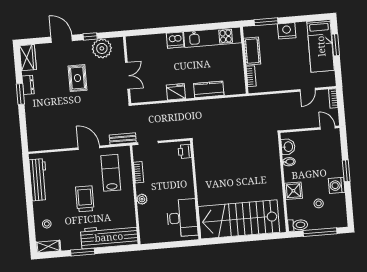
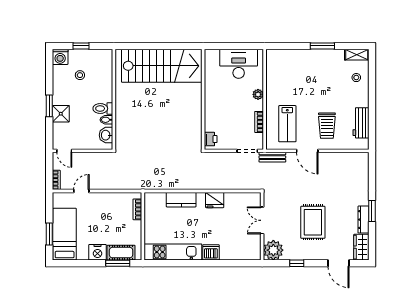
door: (62, 39) -> (338, 263), moved
plant: (102, 48) -> (273, 250), moved
cot: (252, 51) -> (121, 253), moved, turned 90
rug: (78, 78) -> (313, 222), width x1.36, depth x1.43
dresser: (28, 85) -> (363, 220), width x1.44
workbench: (38, 180) -> (361, 123), width x0.73
washing machine: (337, 185) -> (60, 57), moved, turned 90
shower: (293, 191) -> (61, 114), moved
trolley: (85, 199) -> (327, 126), moved
desk: (182, 218) -> (239, 64), moved, turned 90
toilet: (298, 225) -> (103, 109), moved
window: (320, 232) -> (81, 46), width x0.46
workbench: (109, 237) -> (294, 59), removed

